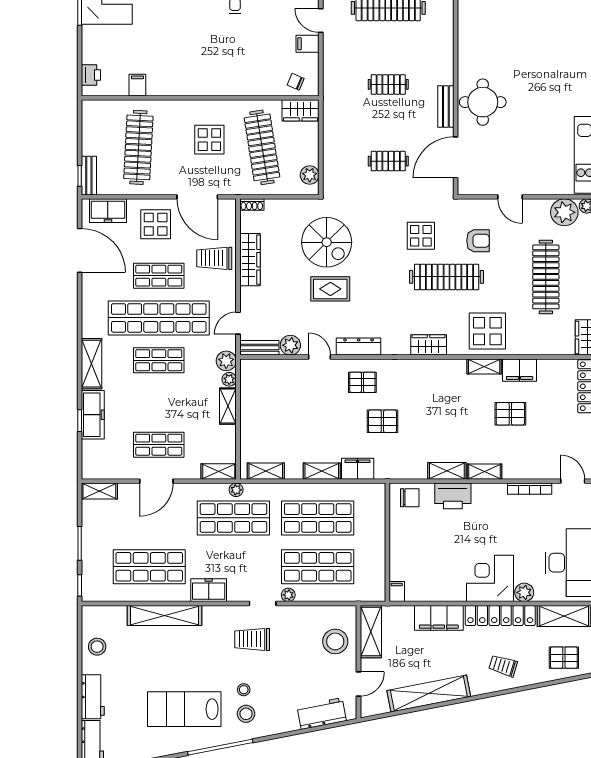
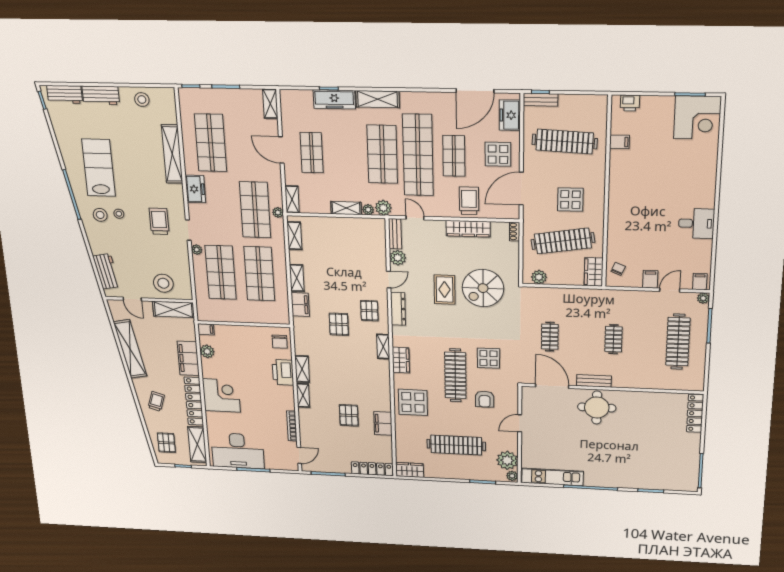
shop shelf: (159, 360) -> (382, 154), width x1.43, depth x1.36
shelving: (484, 367) -> (383, 346), moved
plant: (524, 592) -> (207, 351), moved

